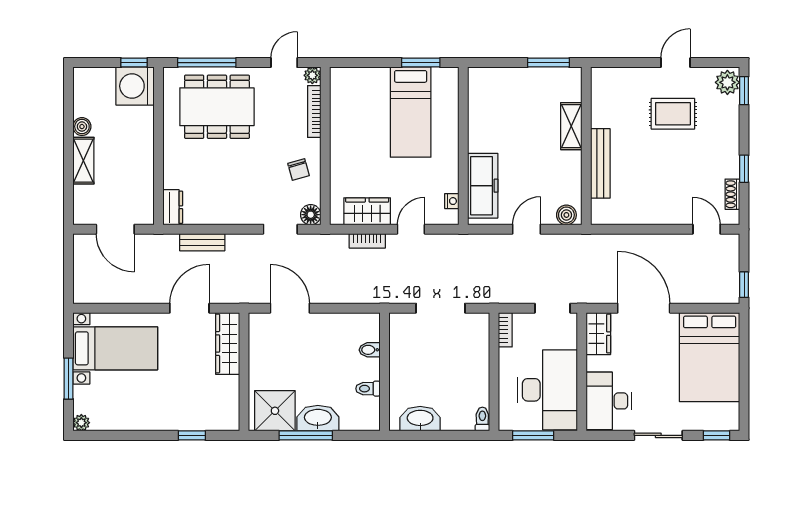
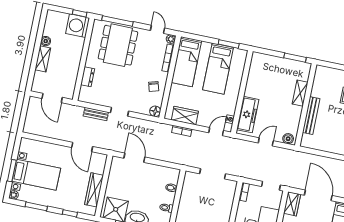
door: (284, 63) -> (158, 29), hinge flipped
dining table: (217, 107) -> (118, 45), turned 90
bed: (350, 111) -> (186, 62), added
dresser: (173, 207) -> (88, 77), moved
doorway: (280, 229) -> (120, 112), moved
door: (411, 229) -> (216, 132), moved
door: (189, 308) -> (82, 147), swing flipped
wardrobe: (228, 344) -> (94, 190), moved
bed with nightstands: (115, 348) -> (36, 175), moved
window: (127, 435) -> (36, 206), added

